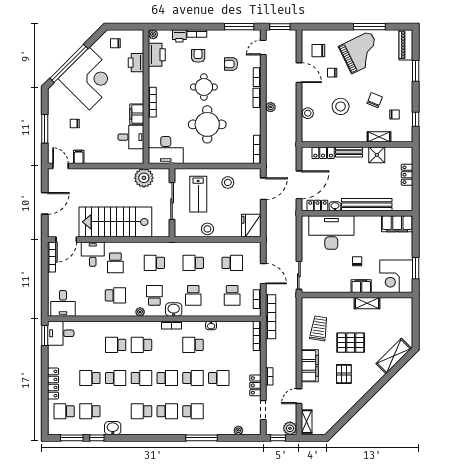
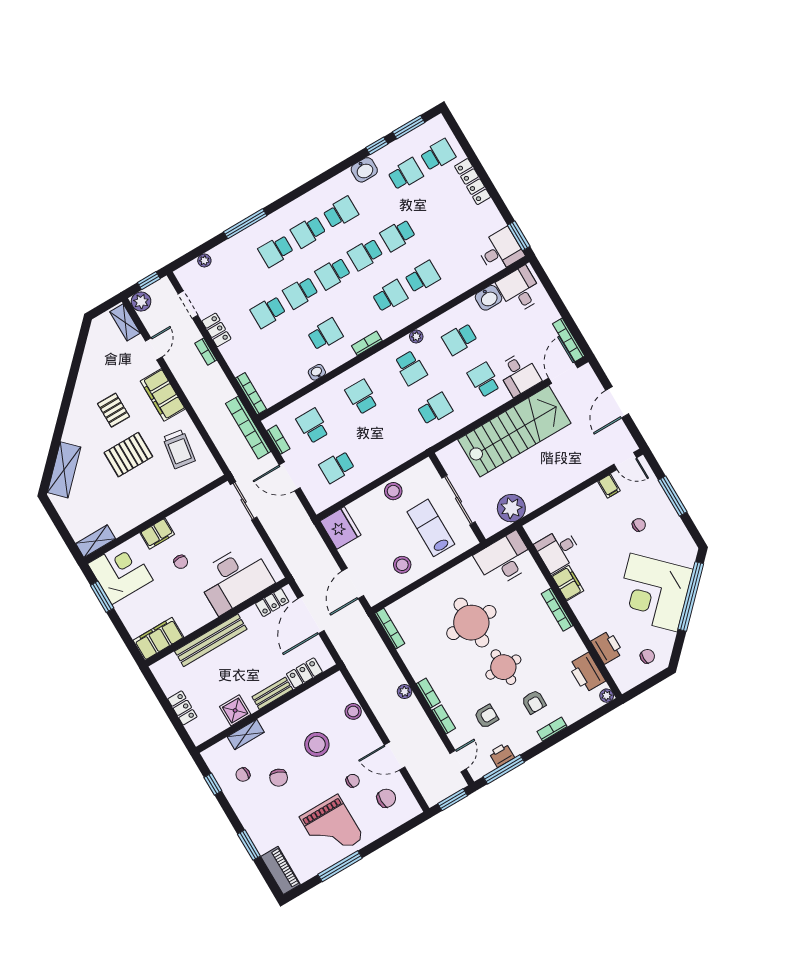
printer: (179, 36) -> (502, 755), moved
grand piano: (361, 52) -> (332, 828), turned -64
washbasin: (335, 206) -> (250, 614), removed
school desk: (193, 263) -> (386, 438), removed
shelving: (367, 303) -> (96, 541), moved
washbasin: (174, 310) -> (488, 298), moved
school desk: (90, 378) -> (430, 216), removed

